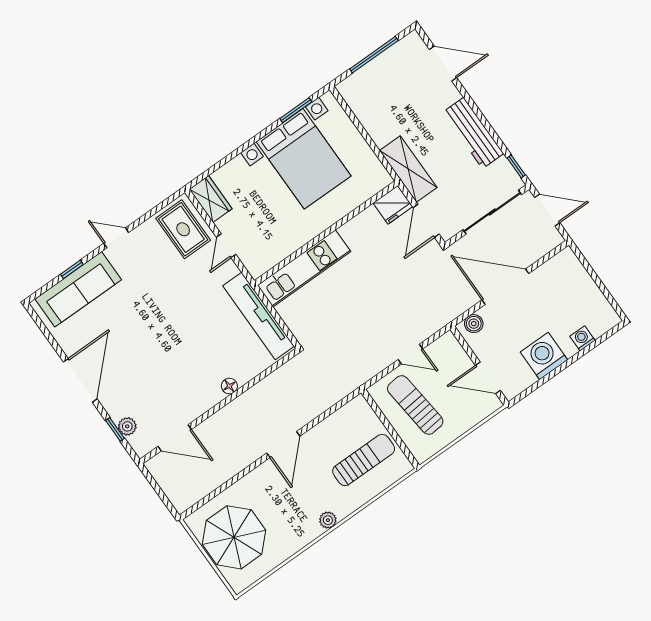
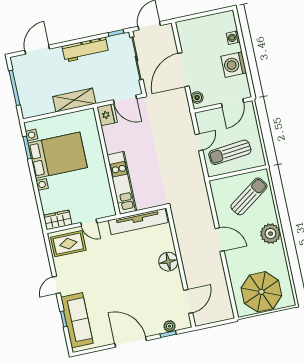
shelving: (408, 169) -> (74, 100), moved
floor lamp: (229, 386) -> (168, 262), width x1.89, depth x1.89
sun lounger: (364, 460) -> (249, 196), turned 55
plant: (328, 520) -> (270, 234), width x1.87, depth x1.87

